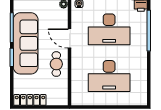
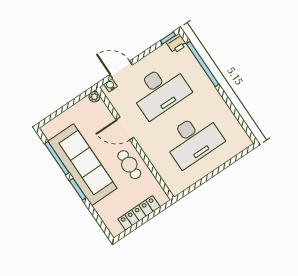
locker: (30, 100) -> (139, 213), moved

